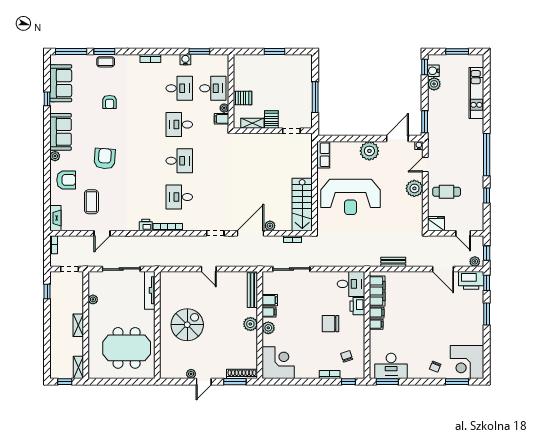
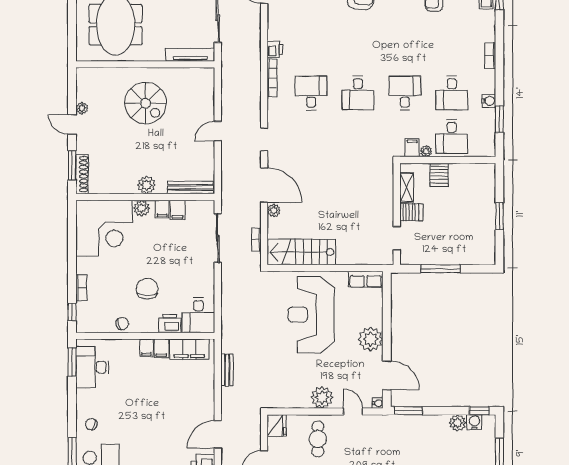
chair: (347, 356) -> (122, 323), moved
corner desk: (278, 363) -> (104, 228), width x1.36, depth x1.36

